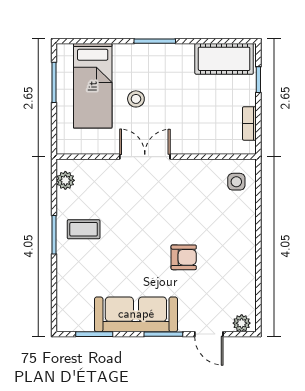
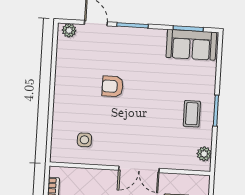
side table: (236, 182) -> (84, 140), moved
coffee table: (84, 229) -> (192, 114), turned 90
sofa: (136, 314) -> (191, 45), moved, width x0.73

